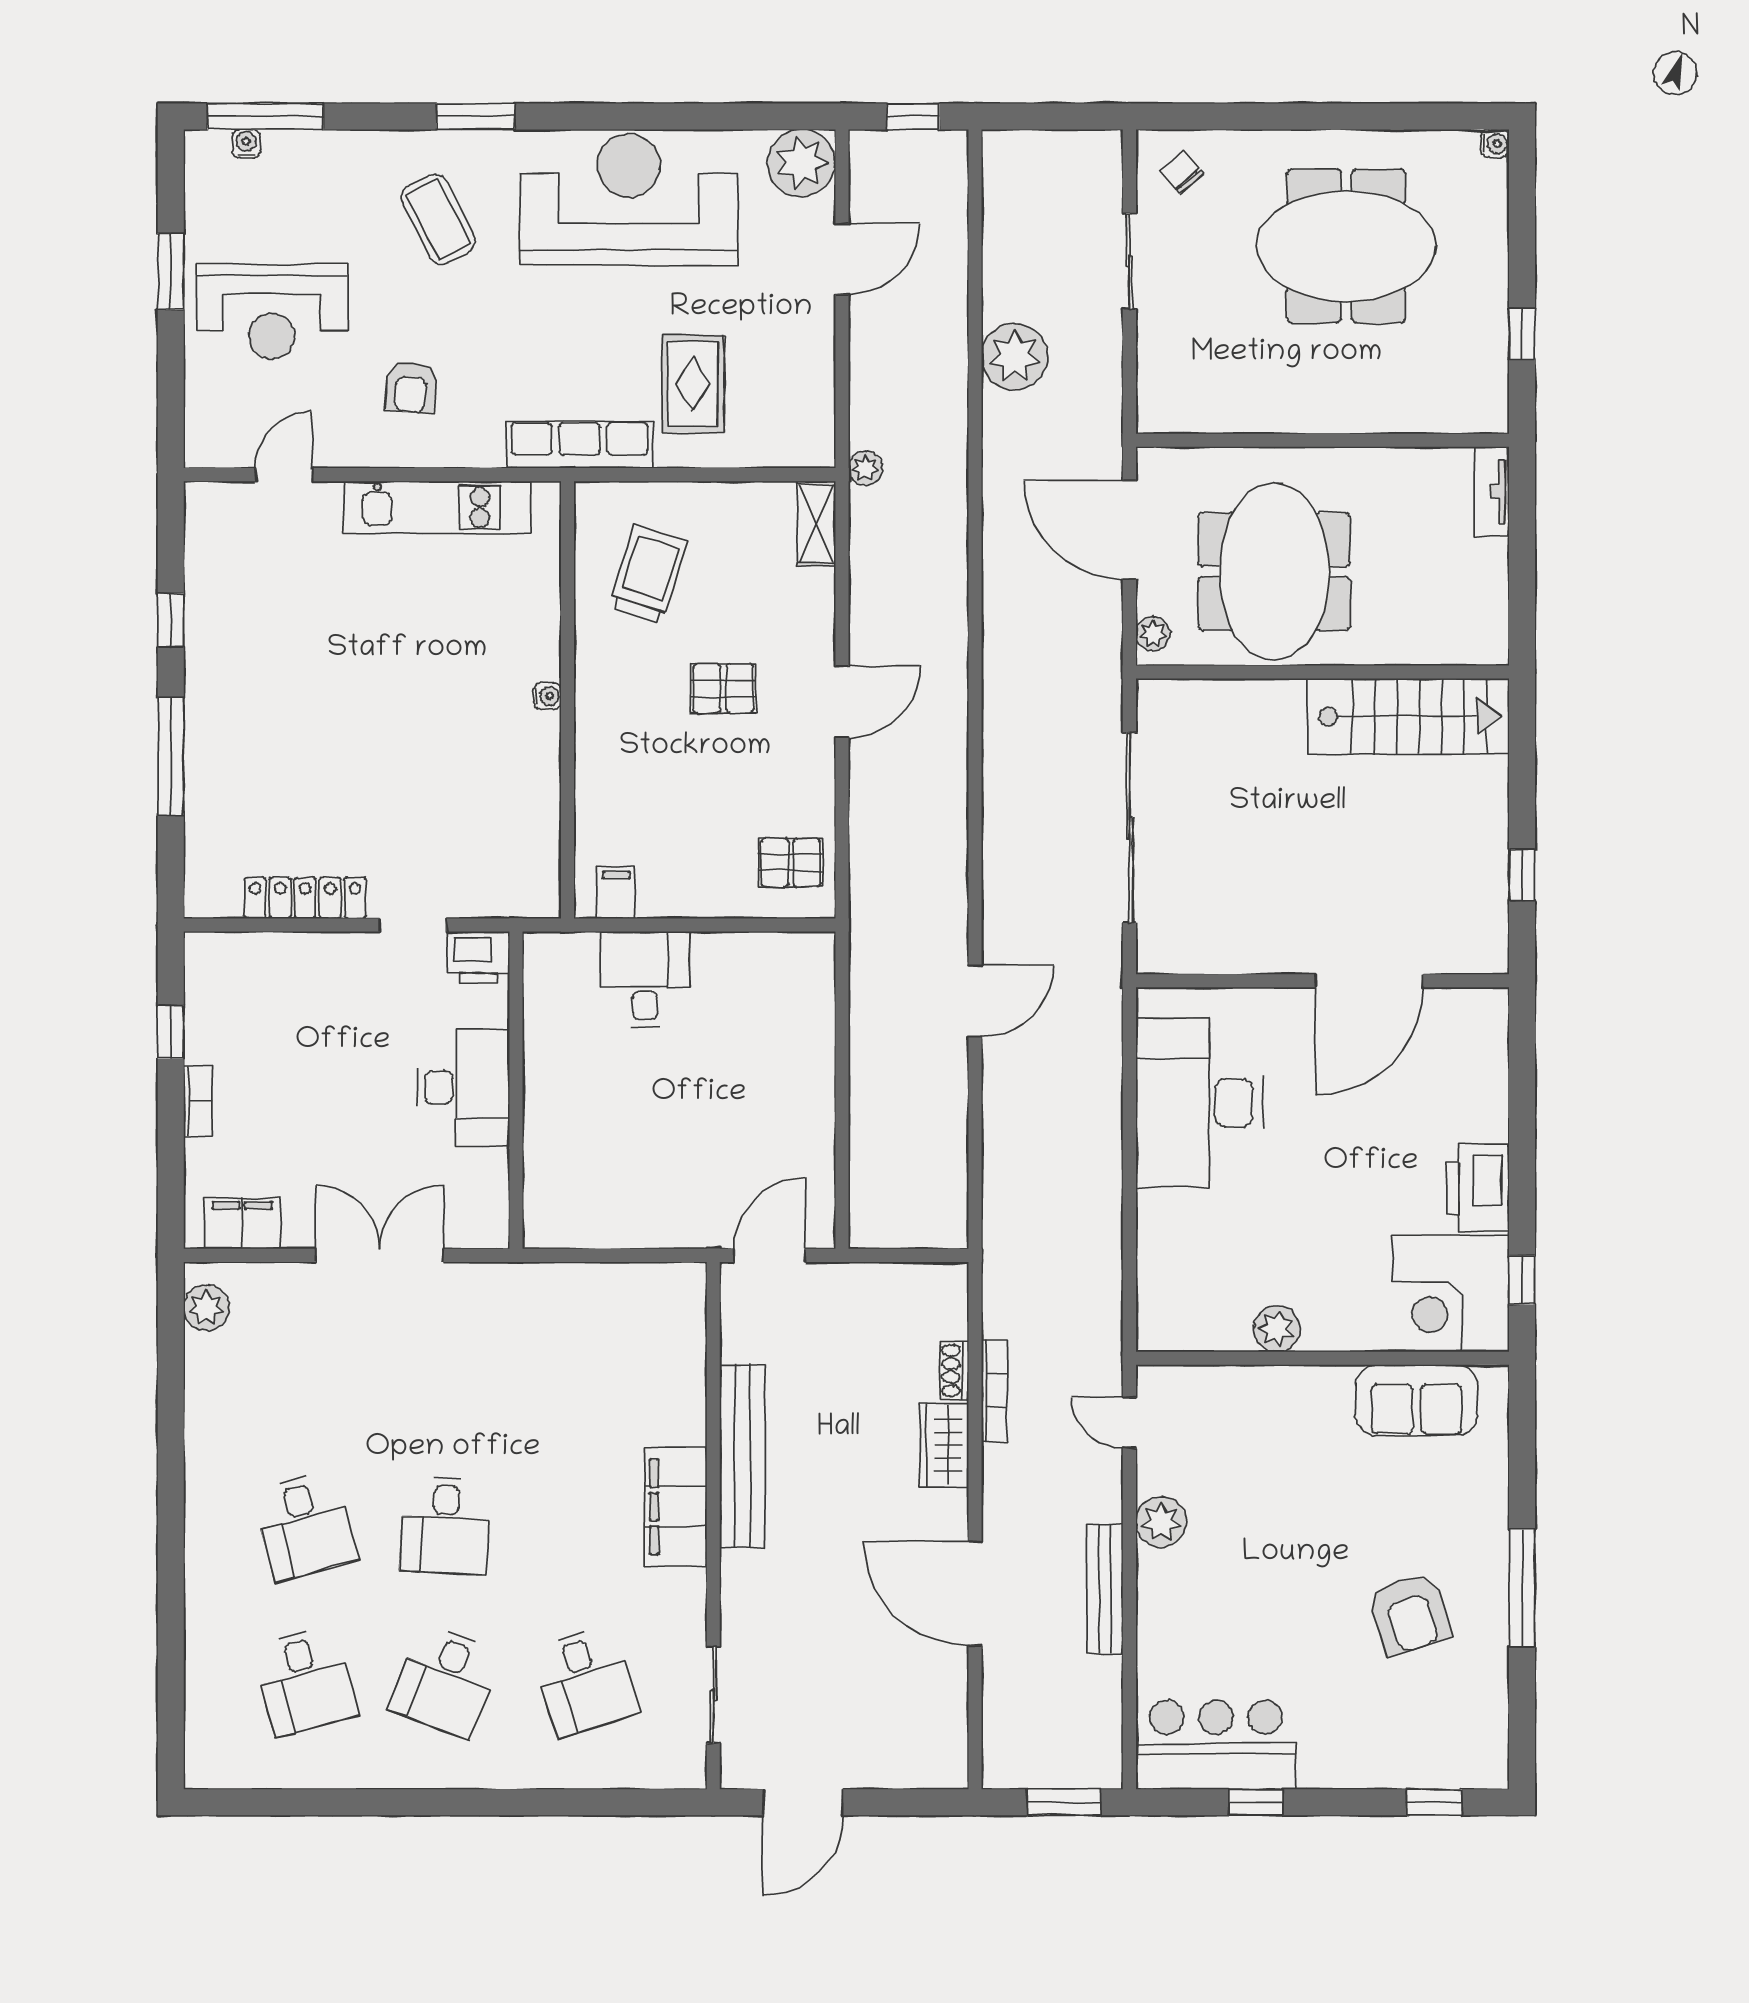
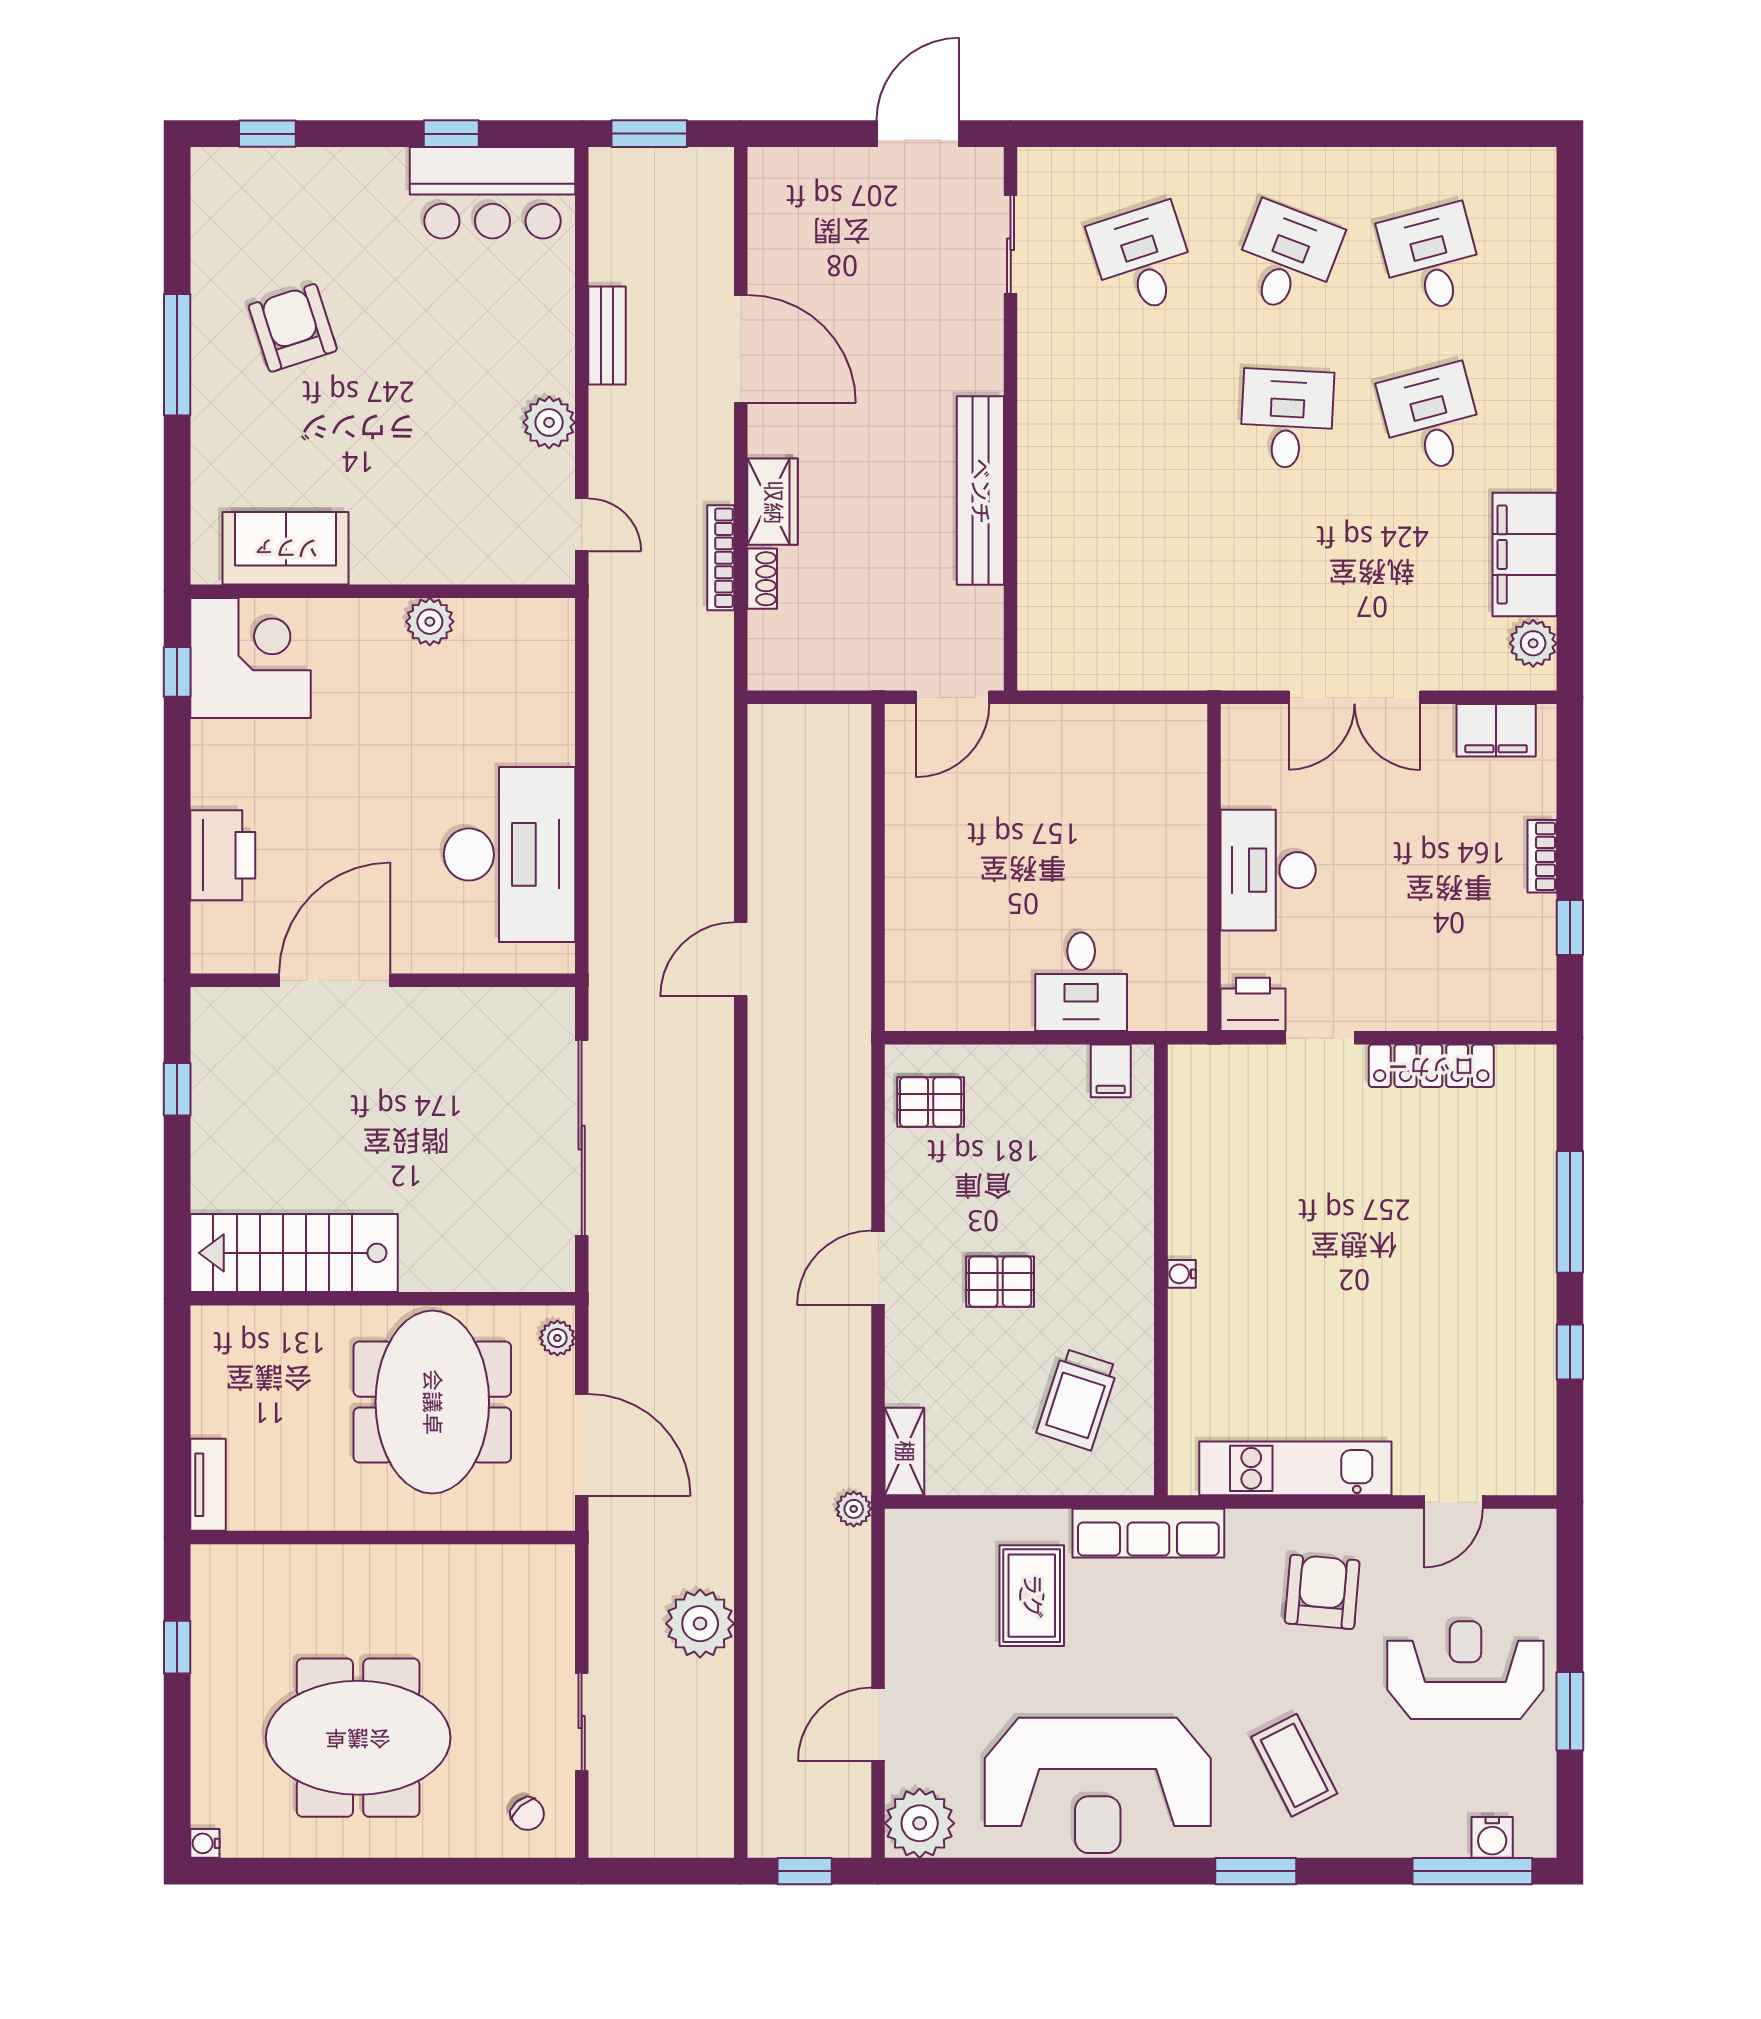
water cooler: (246, 144) -> (1492, 1837), width x1.38, depth x1.38
armchair: (411, 387) -> (1322, 1592), width x1.38, depth x1.38
printer: (1478, 1188) -> (223, 855), moved
filing cabinet: (676, 1507) -> (1525, 555), moved, turned 180
bench: (1105, 1589) -> (607, 335), width x0.73

